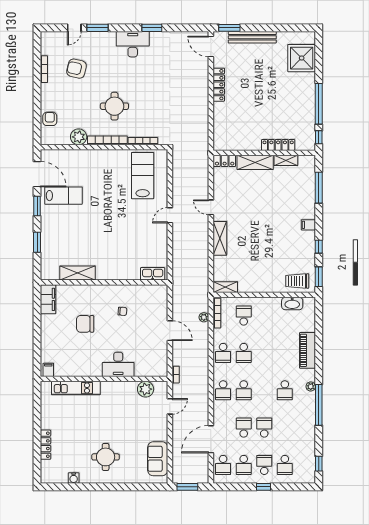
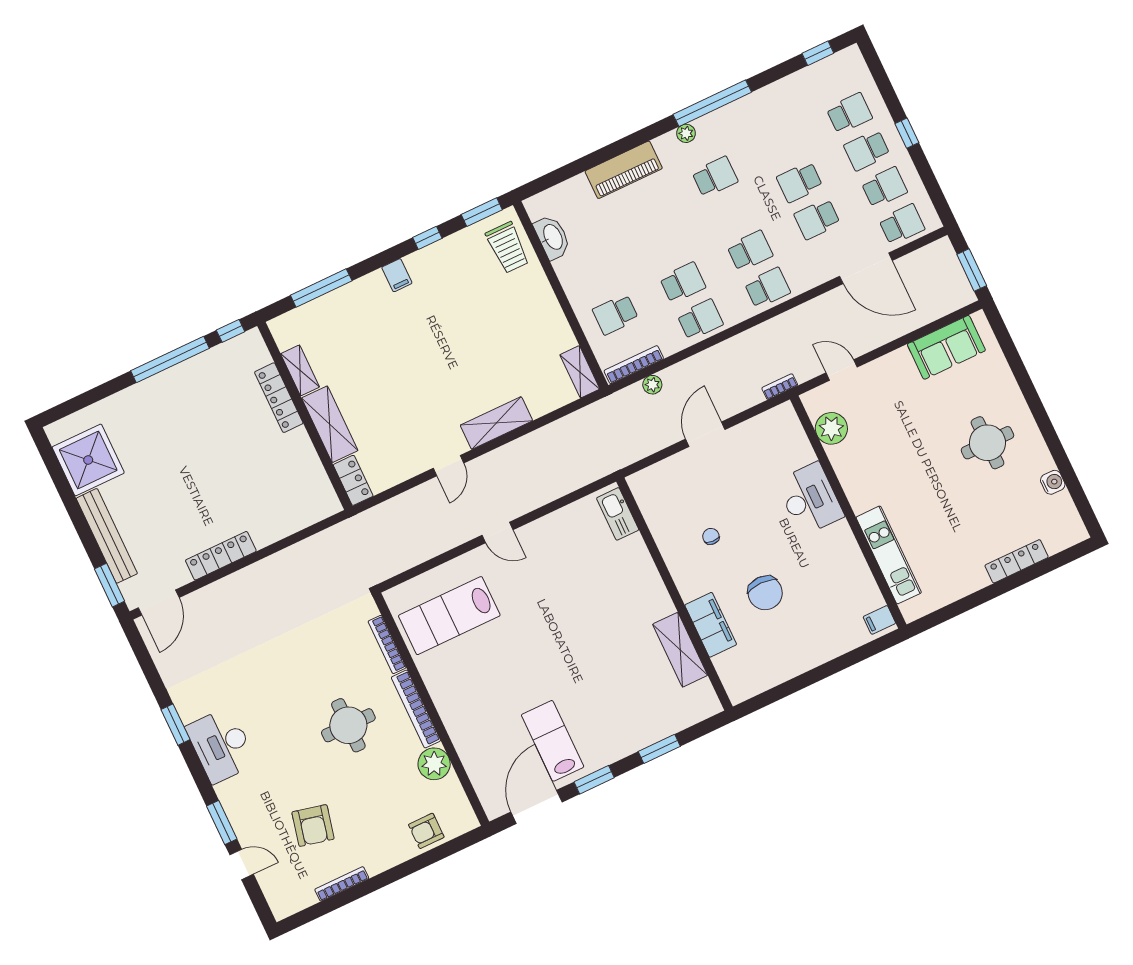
shower: (302, 58) -> (88, 460), moved
filing cabinet: (48, 299) -> (711, 625), moved, turned 90

